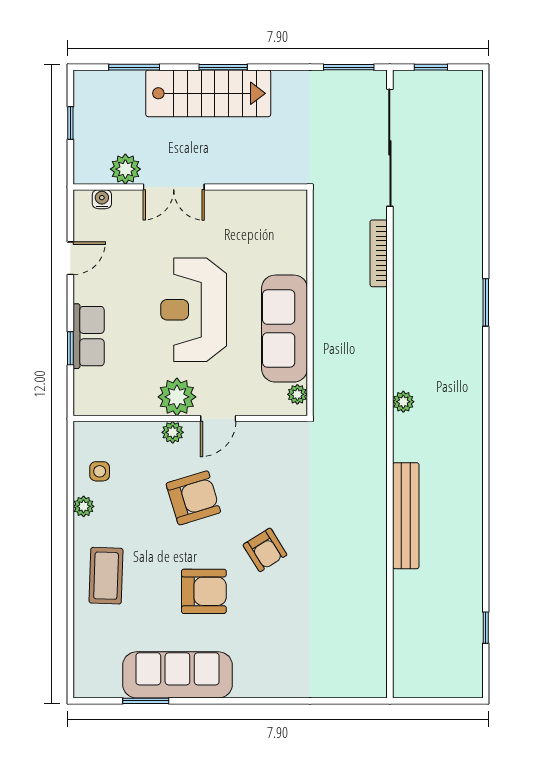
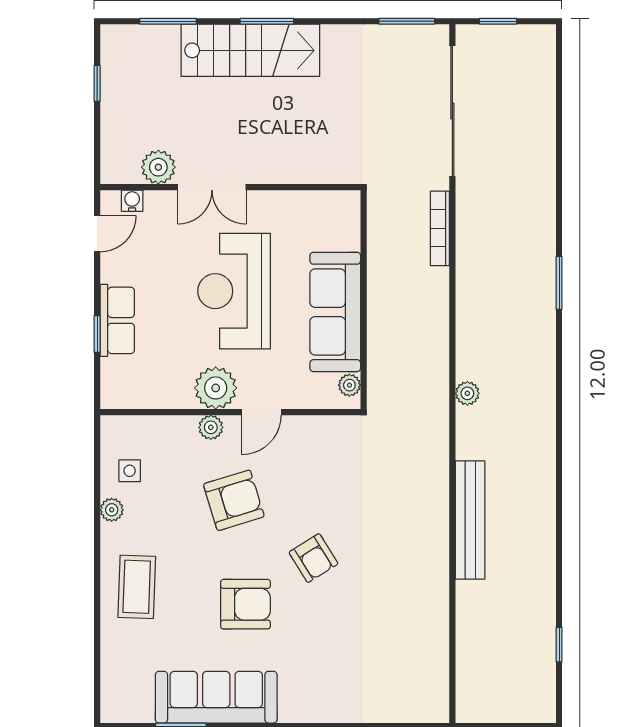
plant: (125, 169) -> (158, 167), moved
double door: (174, 187) -> (212, 187), moved
wall: (190, 187) -> (230, 187), moved
water cooler: (102, 199) -> (132, 201), moved

